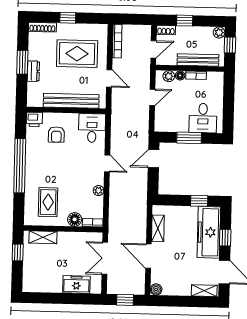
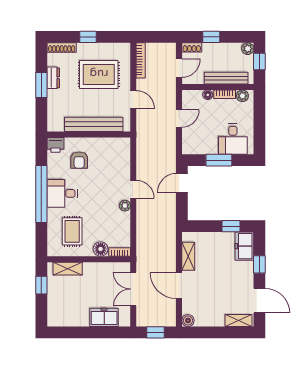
dresser: (33, 71) -> (53, 78), moved
plant: (169, 76) -> (242, 96), moved
desk: (92, 128) -> (62, 193), moved, turned -90
plant: (98, 191) -> (125, 206), moved
freezer: (209, 232) -> (244, 246), width x0.52, depth x0.79

